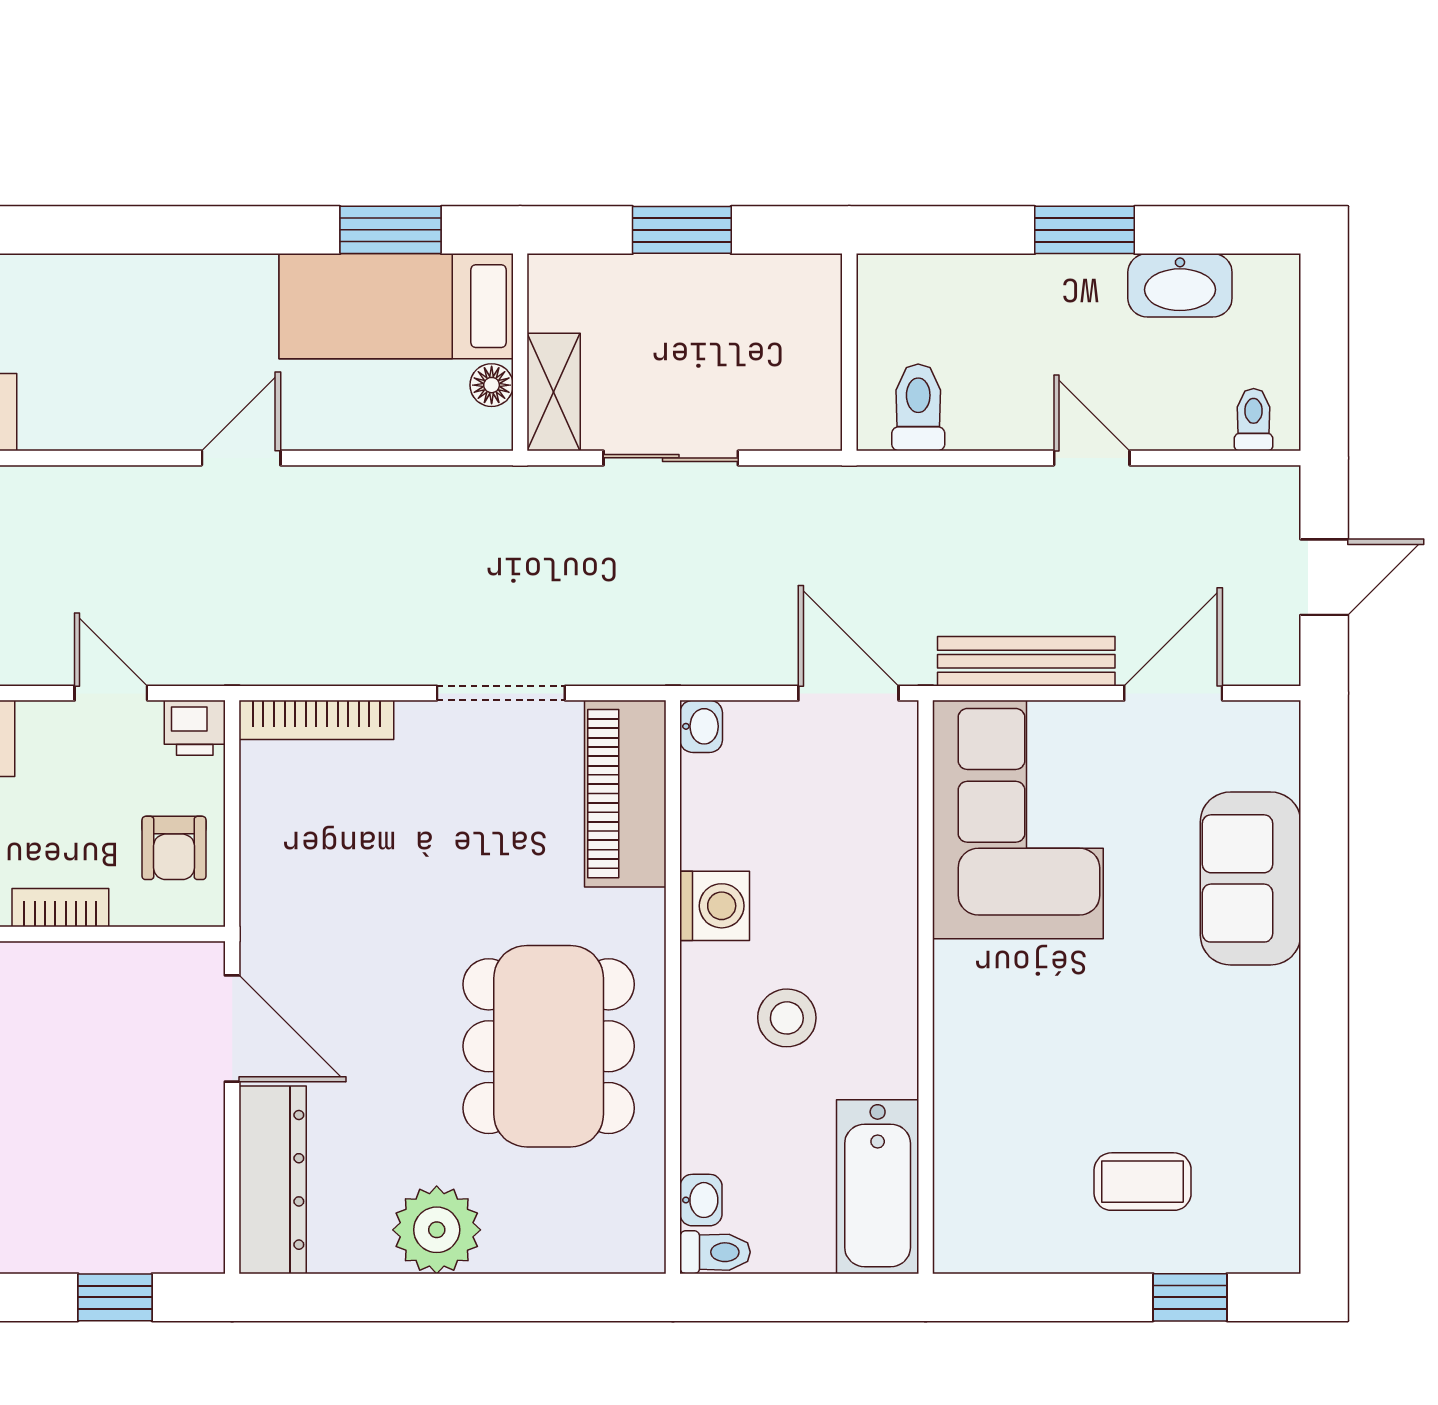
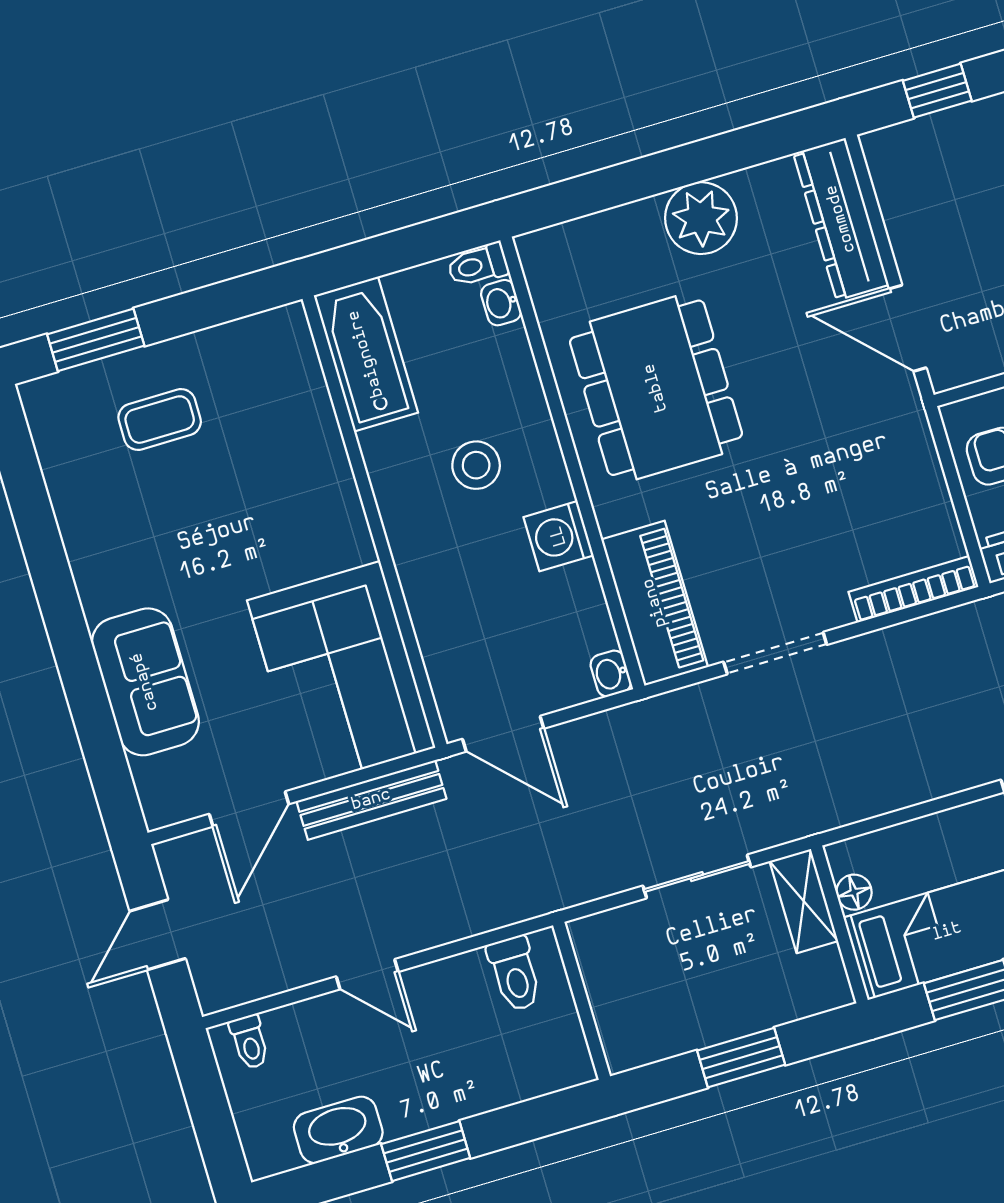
window: (1190, 1297) -> (96, 340), width x1.50

